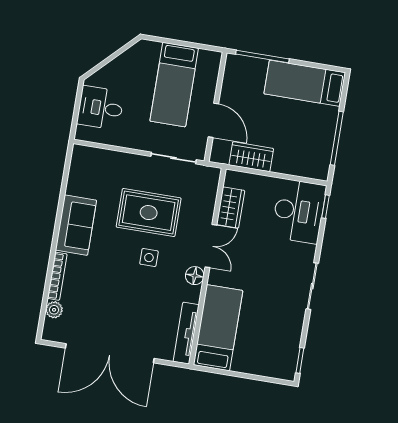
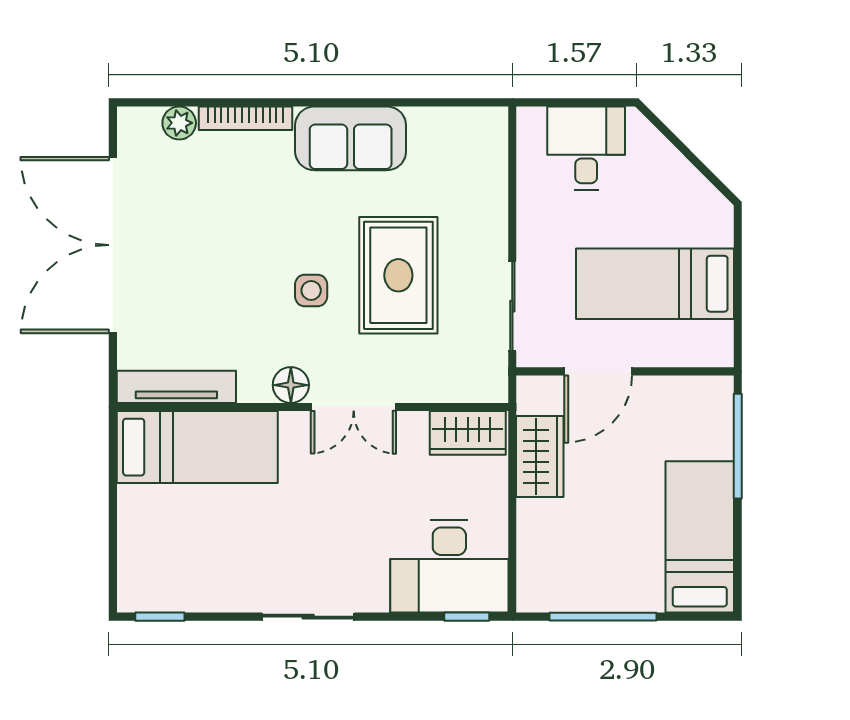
wardrobe: (231, 208) -> (468, 433), moved

